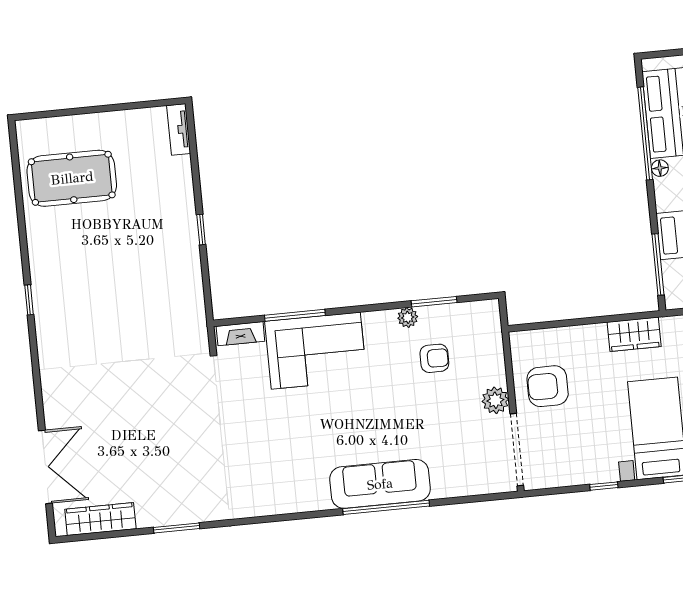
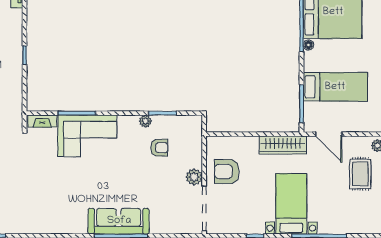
wardrobe: (634, 334) -> (283, 145), width x1.50

